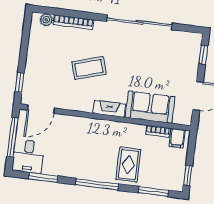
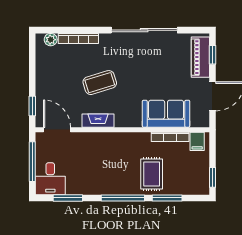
piano: (191, 56) -> (200, 57), added
door: (41, 109) -> (57, 130), swing flipped
fireplace: (109, 109) -> (98, 121), moved
bookcase: (158, 131) -> (170, 137), width x1.56
window: (153, 192) -> (167, 198), moved

